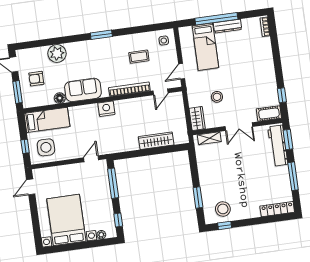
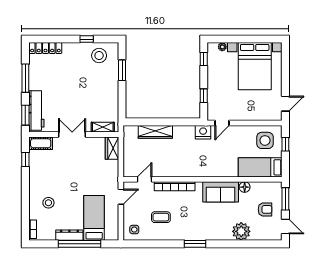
stool: (217, 97) -> (48, 203), moved
nightstand: (106, 109) -> (203, 132), moved, turned 180
window: (113, 183) -> (204, 96), width x0.46
window: (225, 225) -> (87, 39), moved

